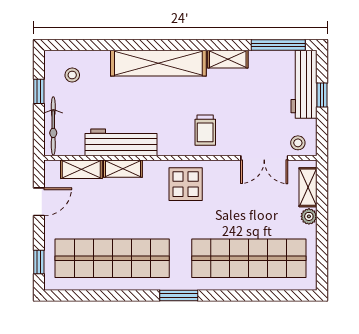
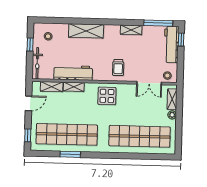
shelving: (158, 63) -> (86, 31), width x0.68
window: (322, 95) -> (181, 40), moved
window: (179, 295) -> (70, 154), moved

